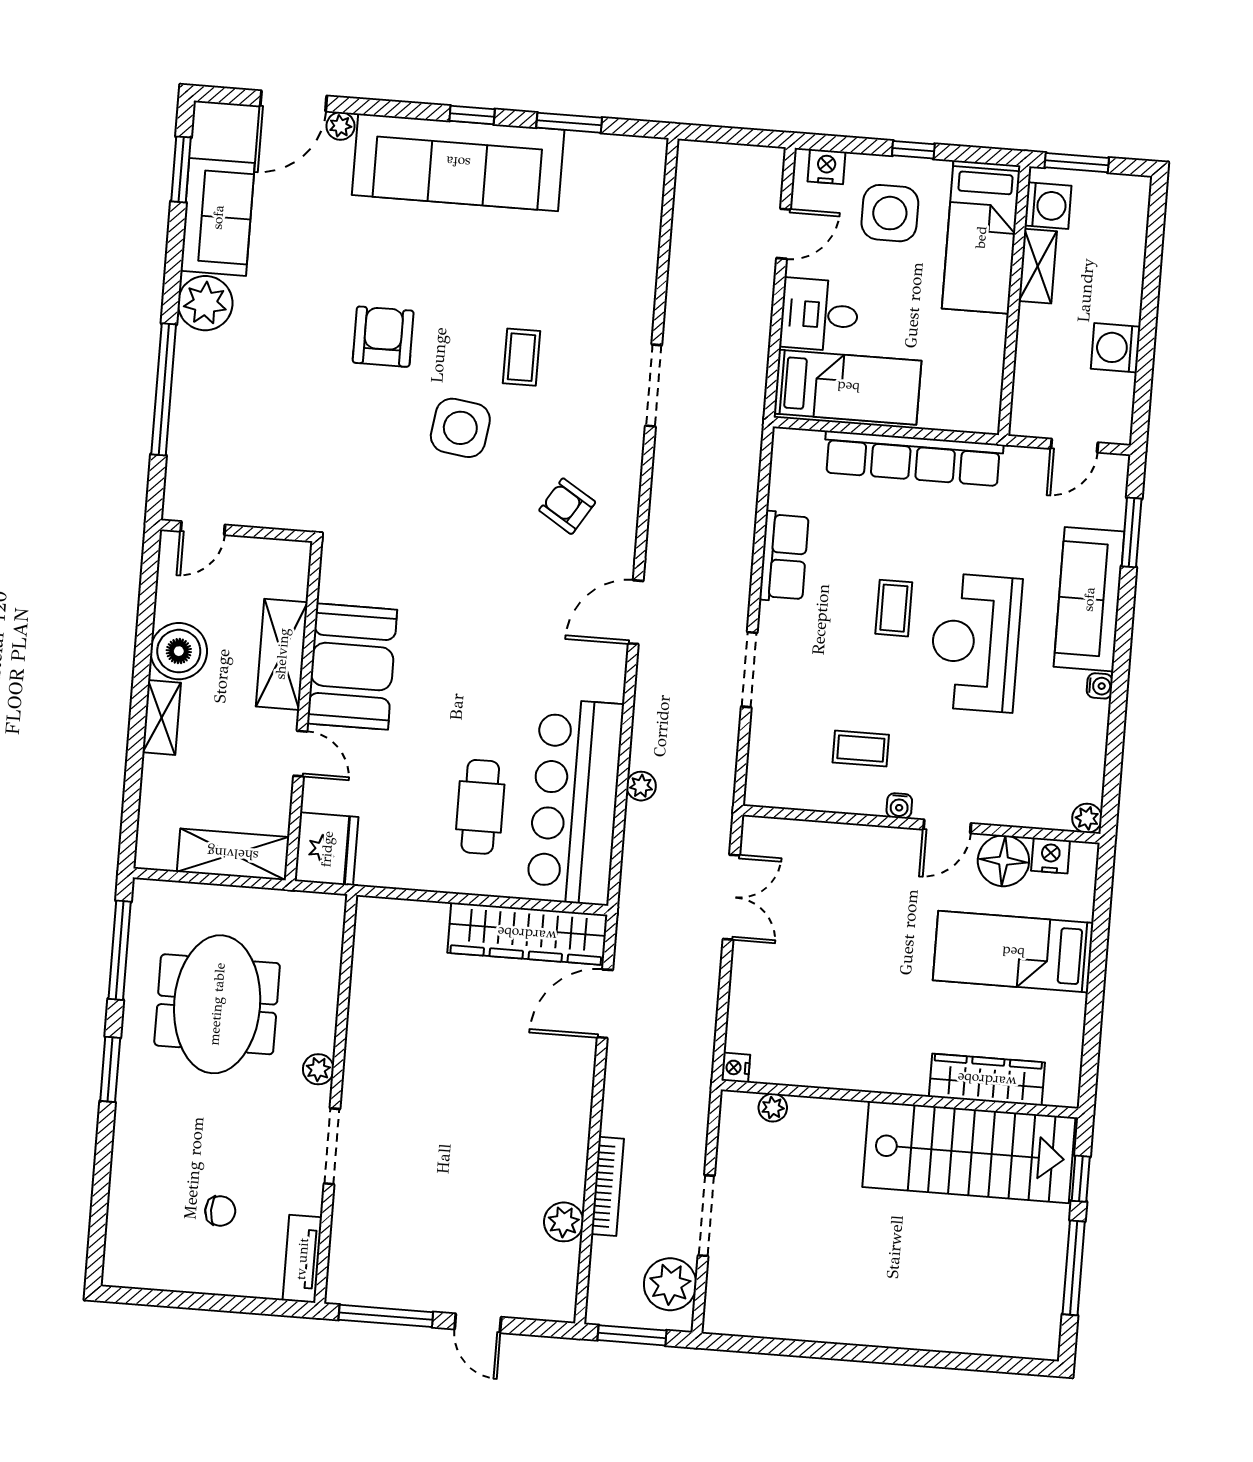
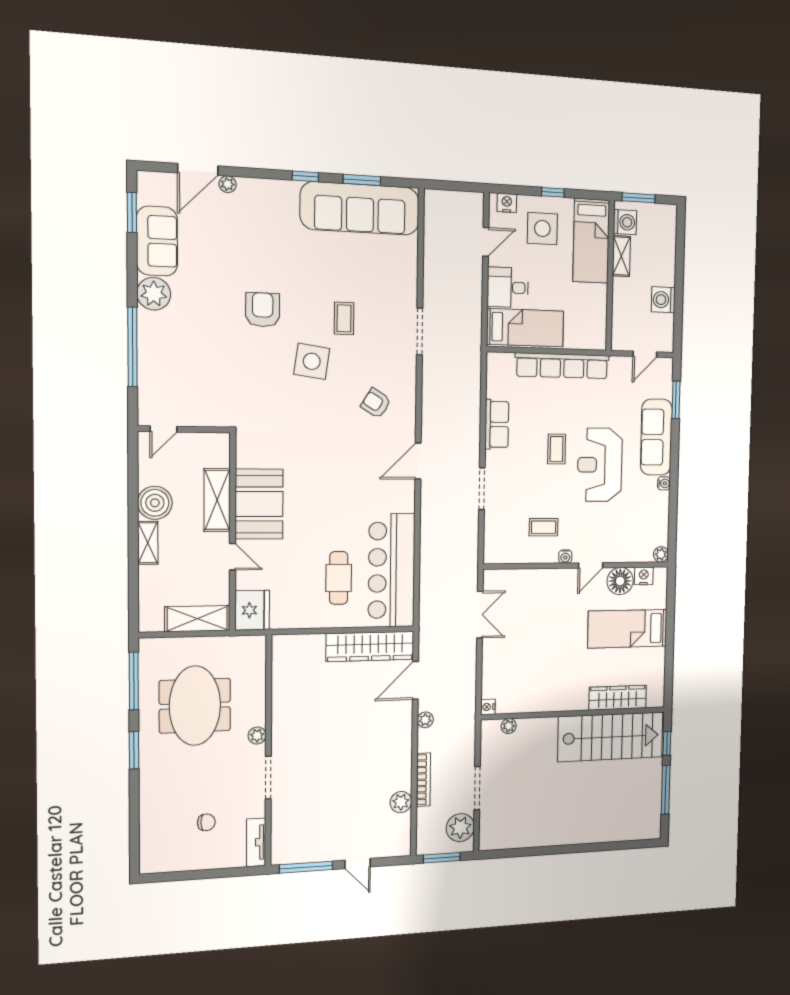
sofa: (458, 162) -> (360, 208), moved
plant: (641, 786) -> (425, 720), moved

